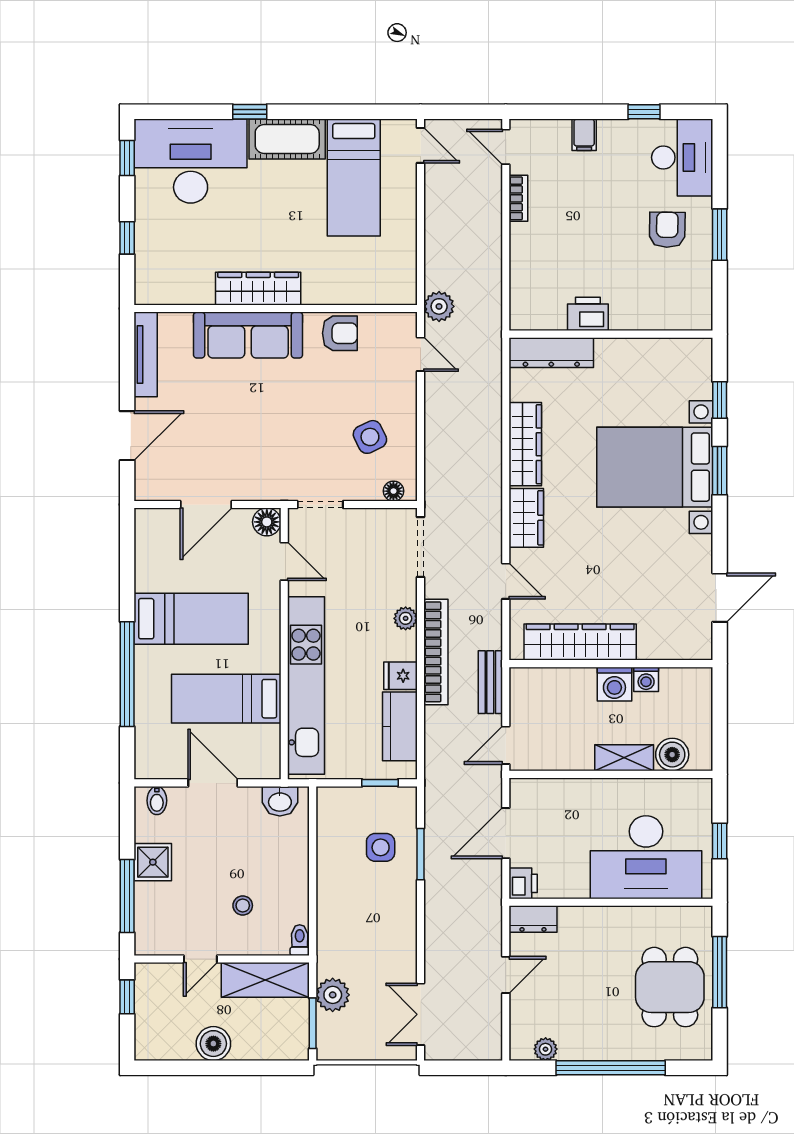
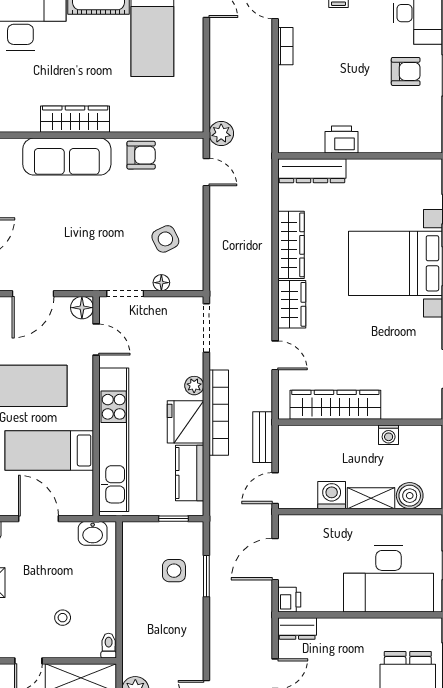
armchair: (667, 230) -> (406, 71), turned 89
floor lamp: (393, 491) -> (161, 283), moved
fridge: (400, 676) -> (186, 422), width x1.88, depth x1.34
washing machine: (614, 684) -> (332, 495), moved, turned 180

